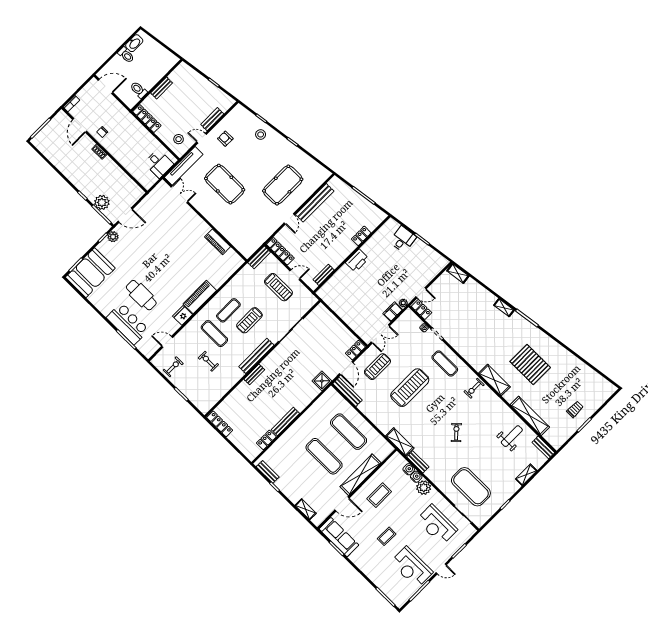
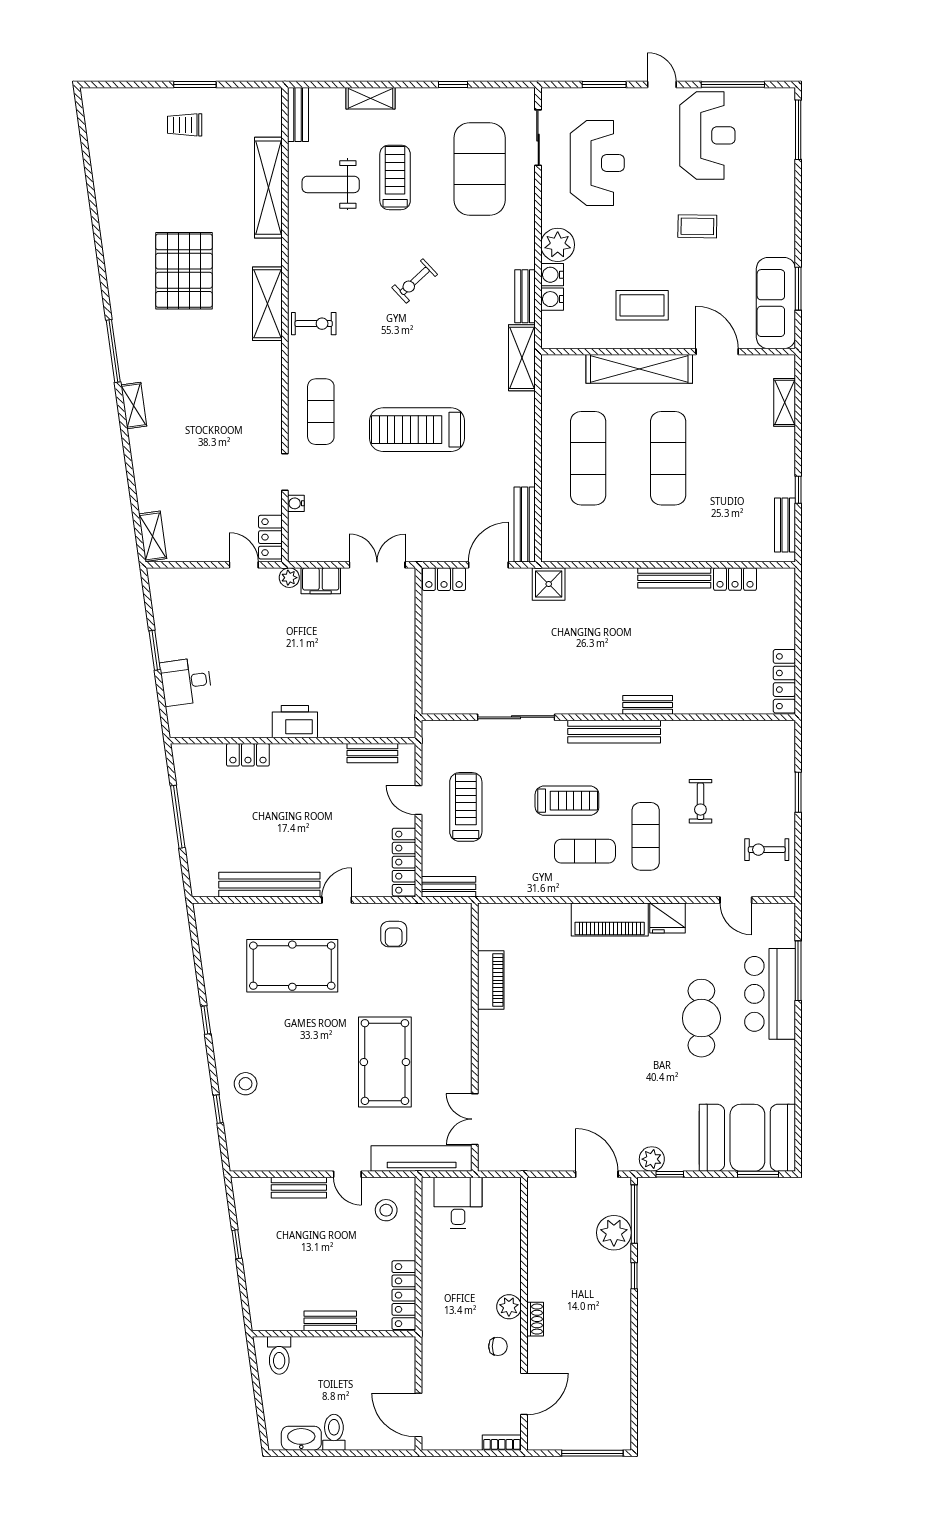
toilet: (139, 90) -> (279, 1355), moved
armchair: (225, 139) -> (394, 934), moved
plant: (111, 147) -> (509, 1307), added
treadmill: (377, 367) -> (395, 177), moved, turned 90

